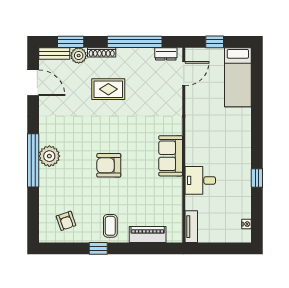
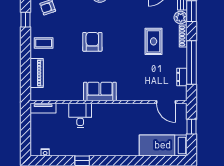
dresser: (166, 54) -> (182, 77), moved
window: (98, 248) -> (26, 20), moved

